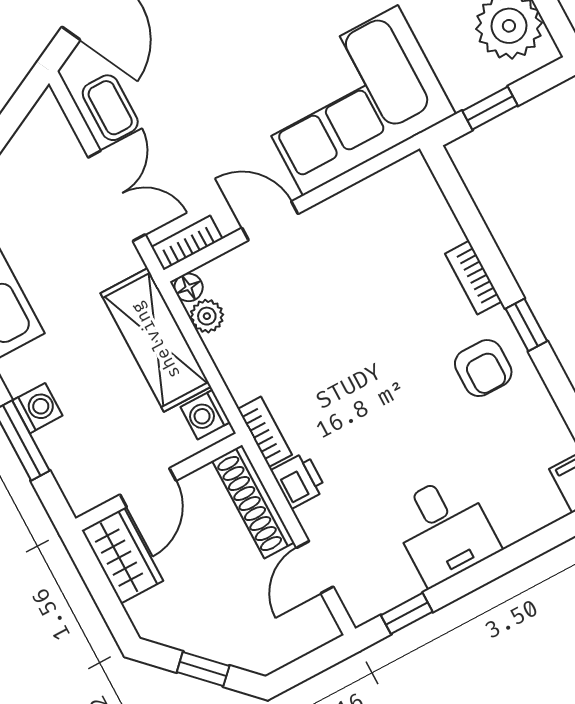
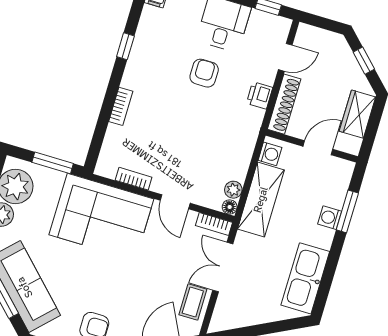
window: (490, 108) -> (53, 163), width x1.50
window: (526, 325) -> (125, 46), moved
armchair: (483, 368) -> (204, 73), moved
bookcase: (265, 432) -> (134, 179), moved, turned 90
wardrobe: (122, 556) -> (357, 114), moved

